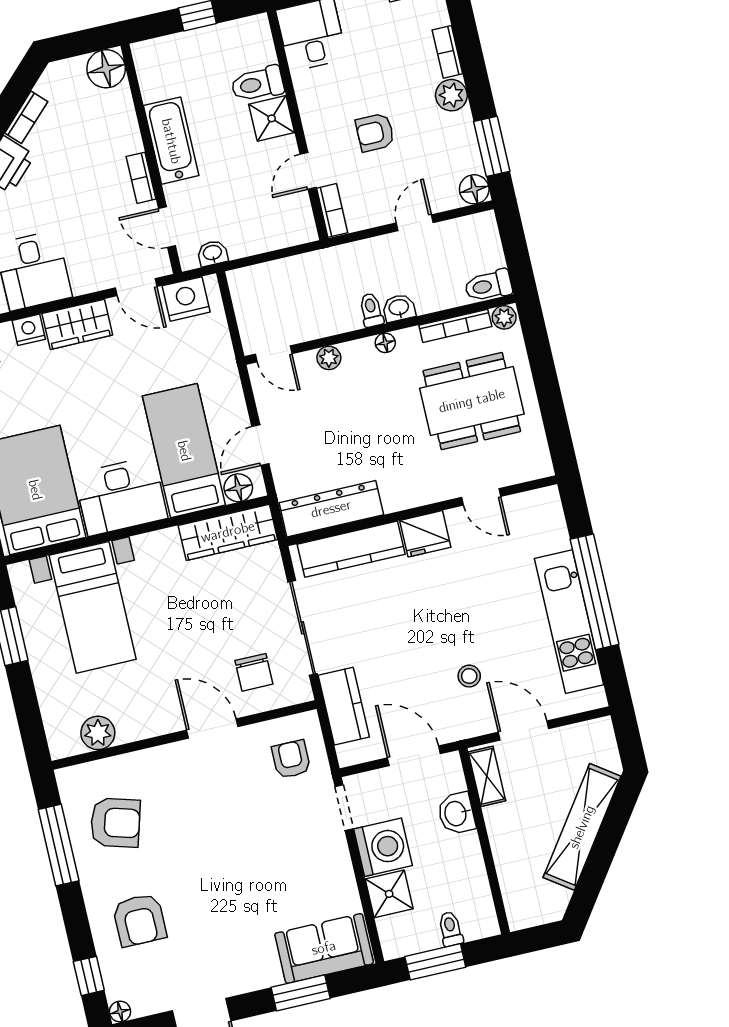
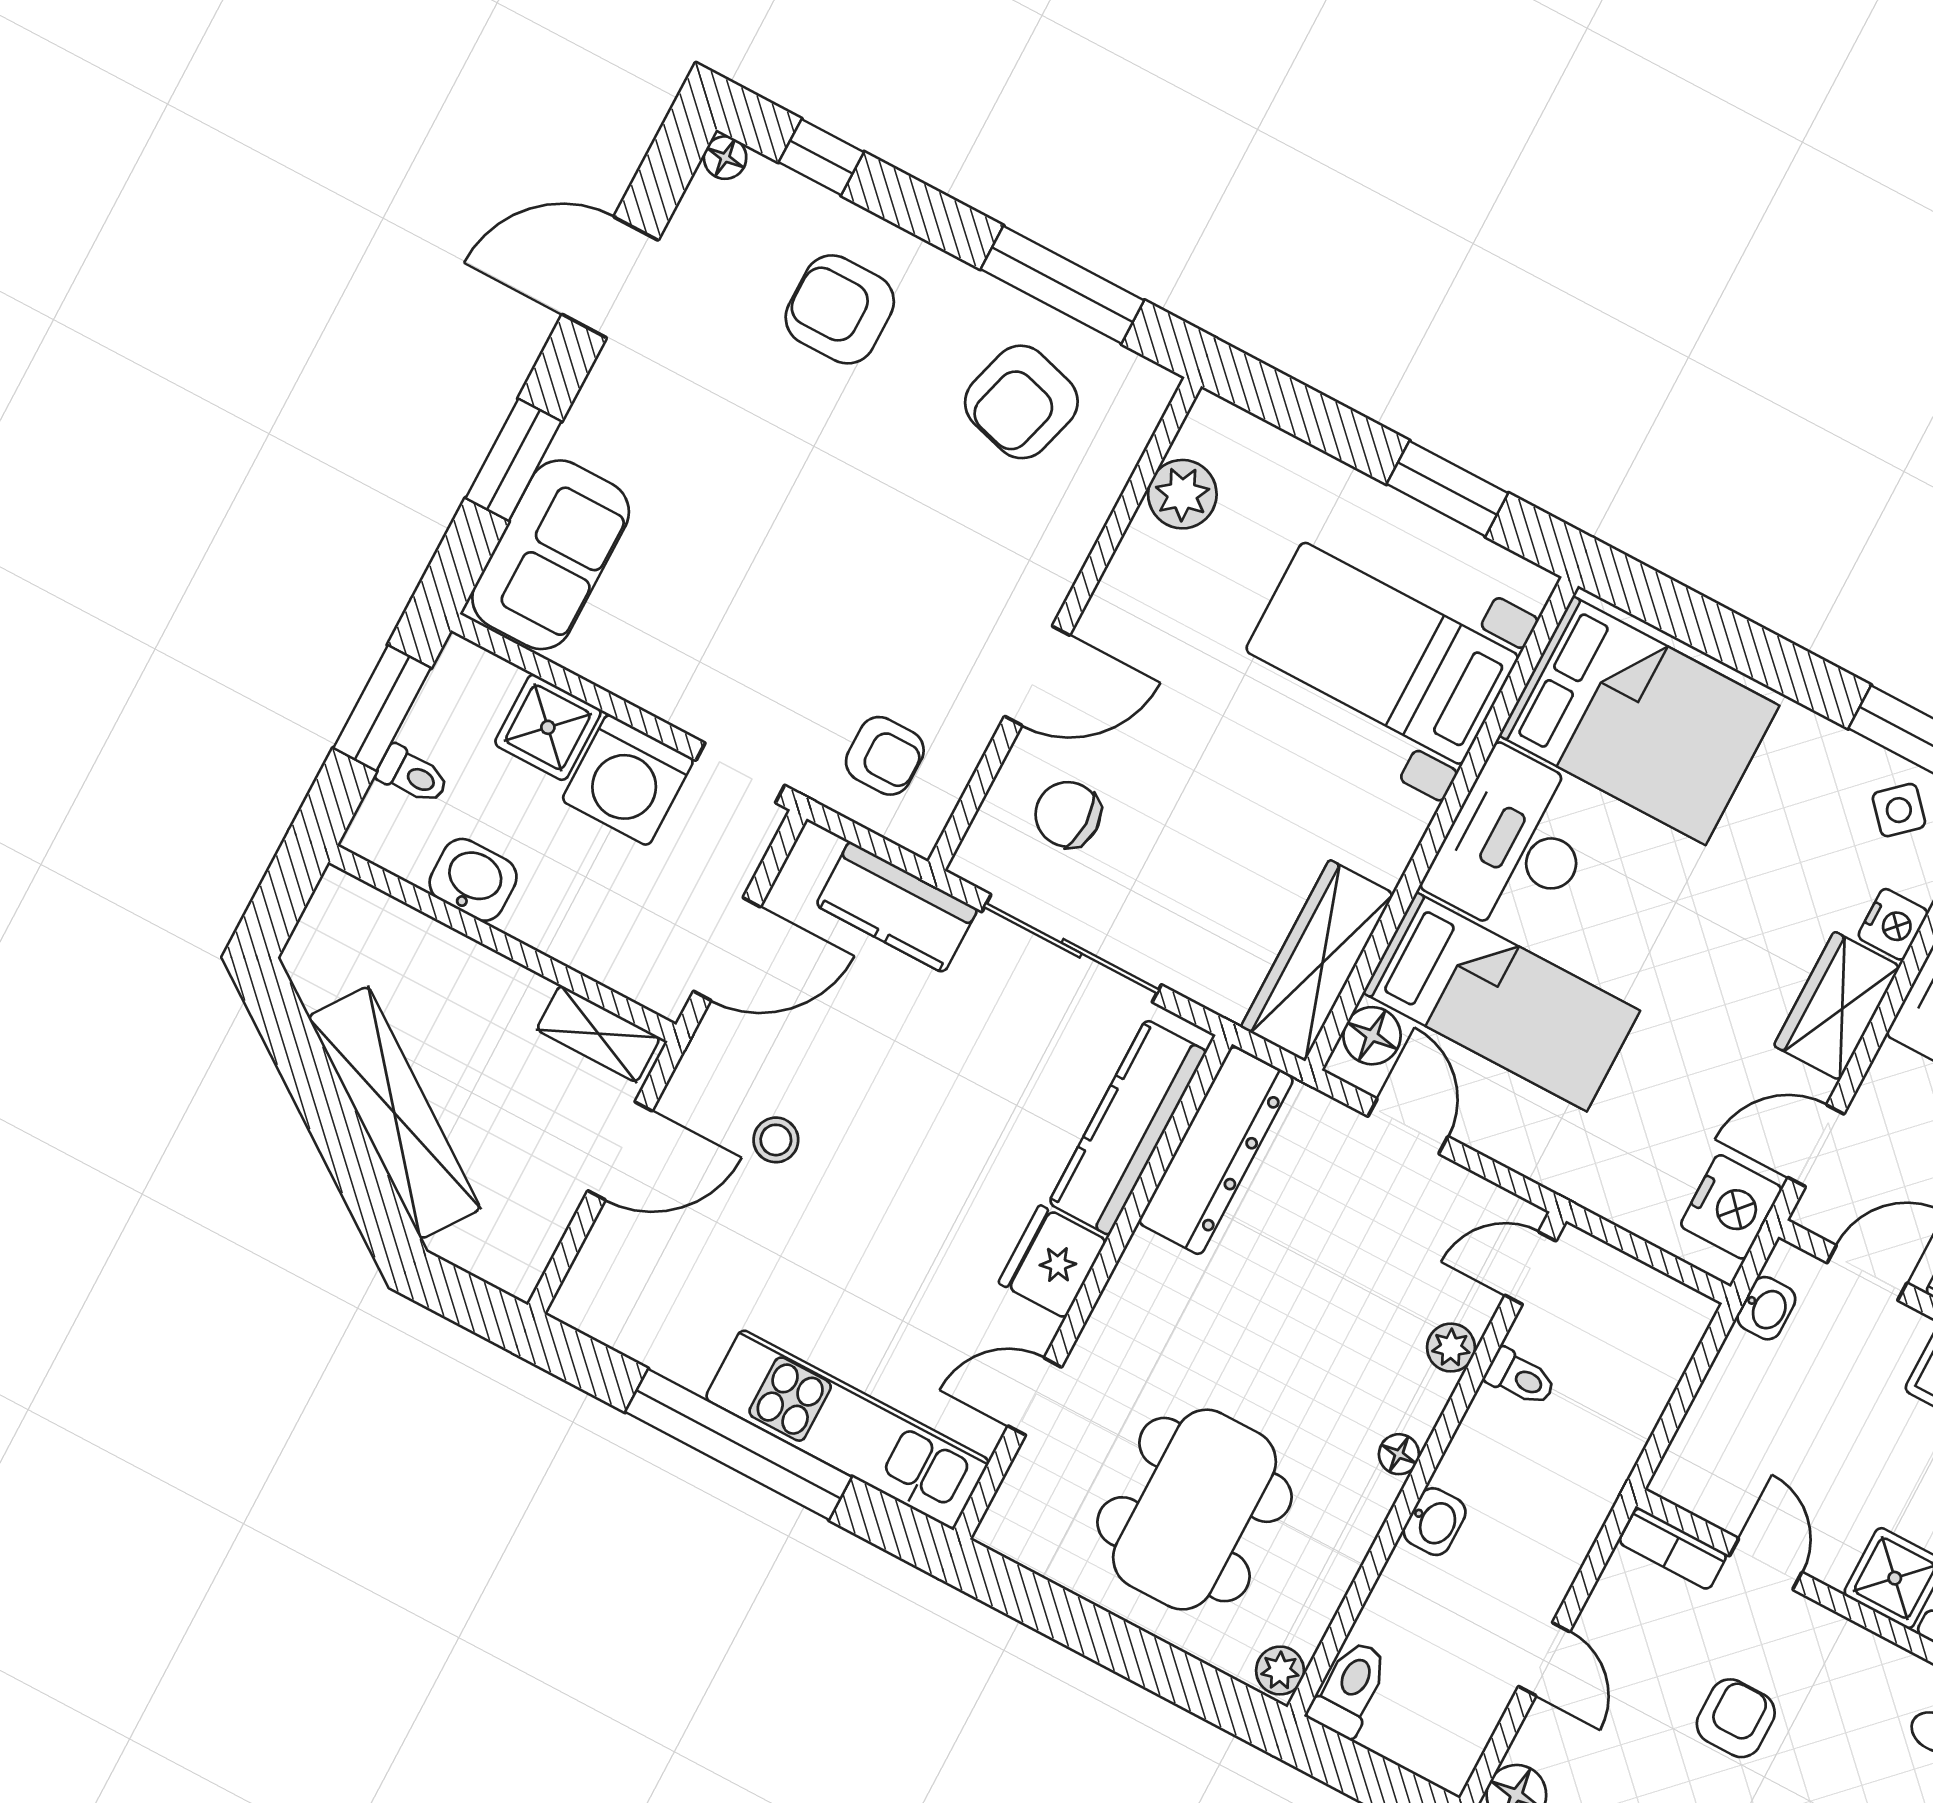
toilet: (371, 310) -> (1520, 1378), moved
bookcase: (455, 326) -> (1332, 1584), removed
kitchen unit: (569, 622) -> (847, 1429), moved
washbasin: (456, 813) -> (473, 880), moved

